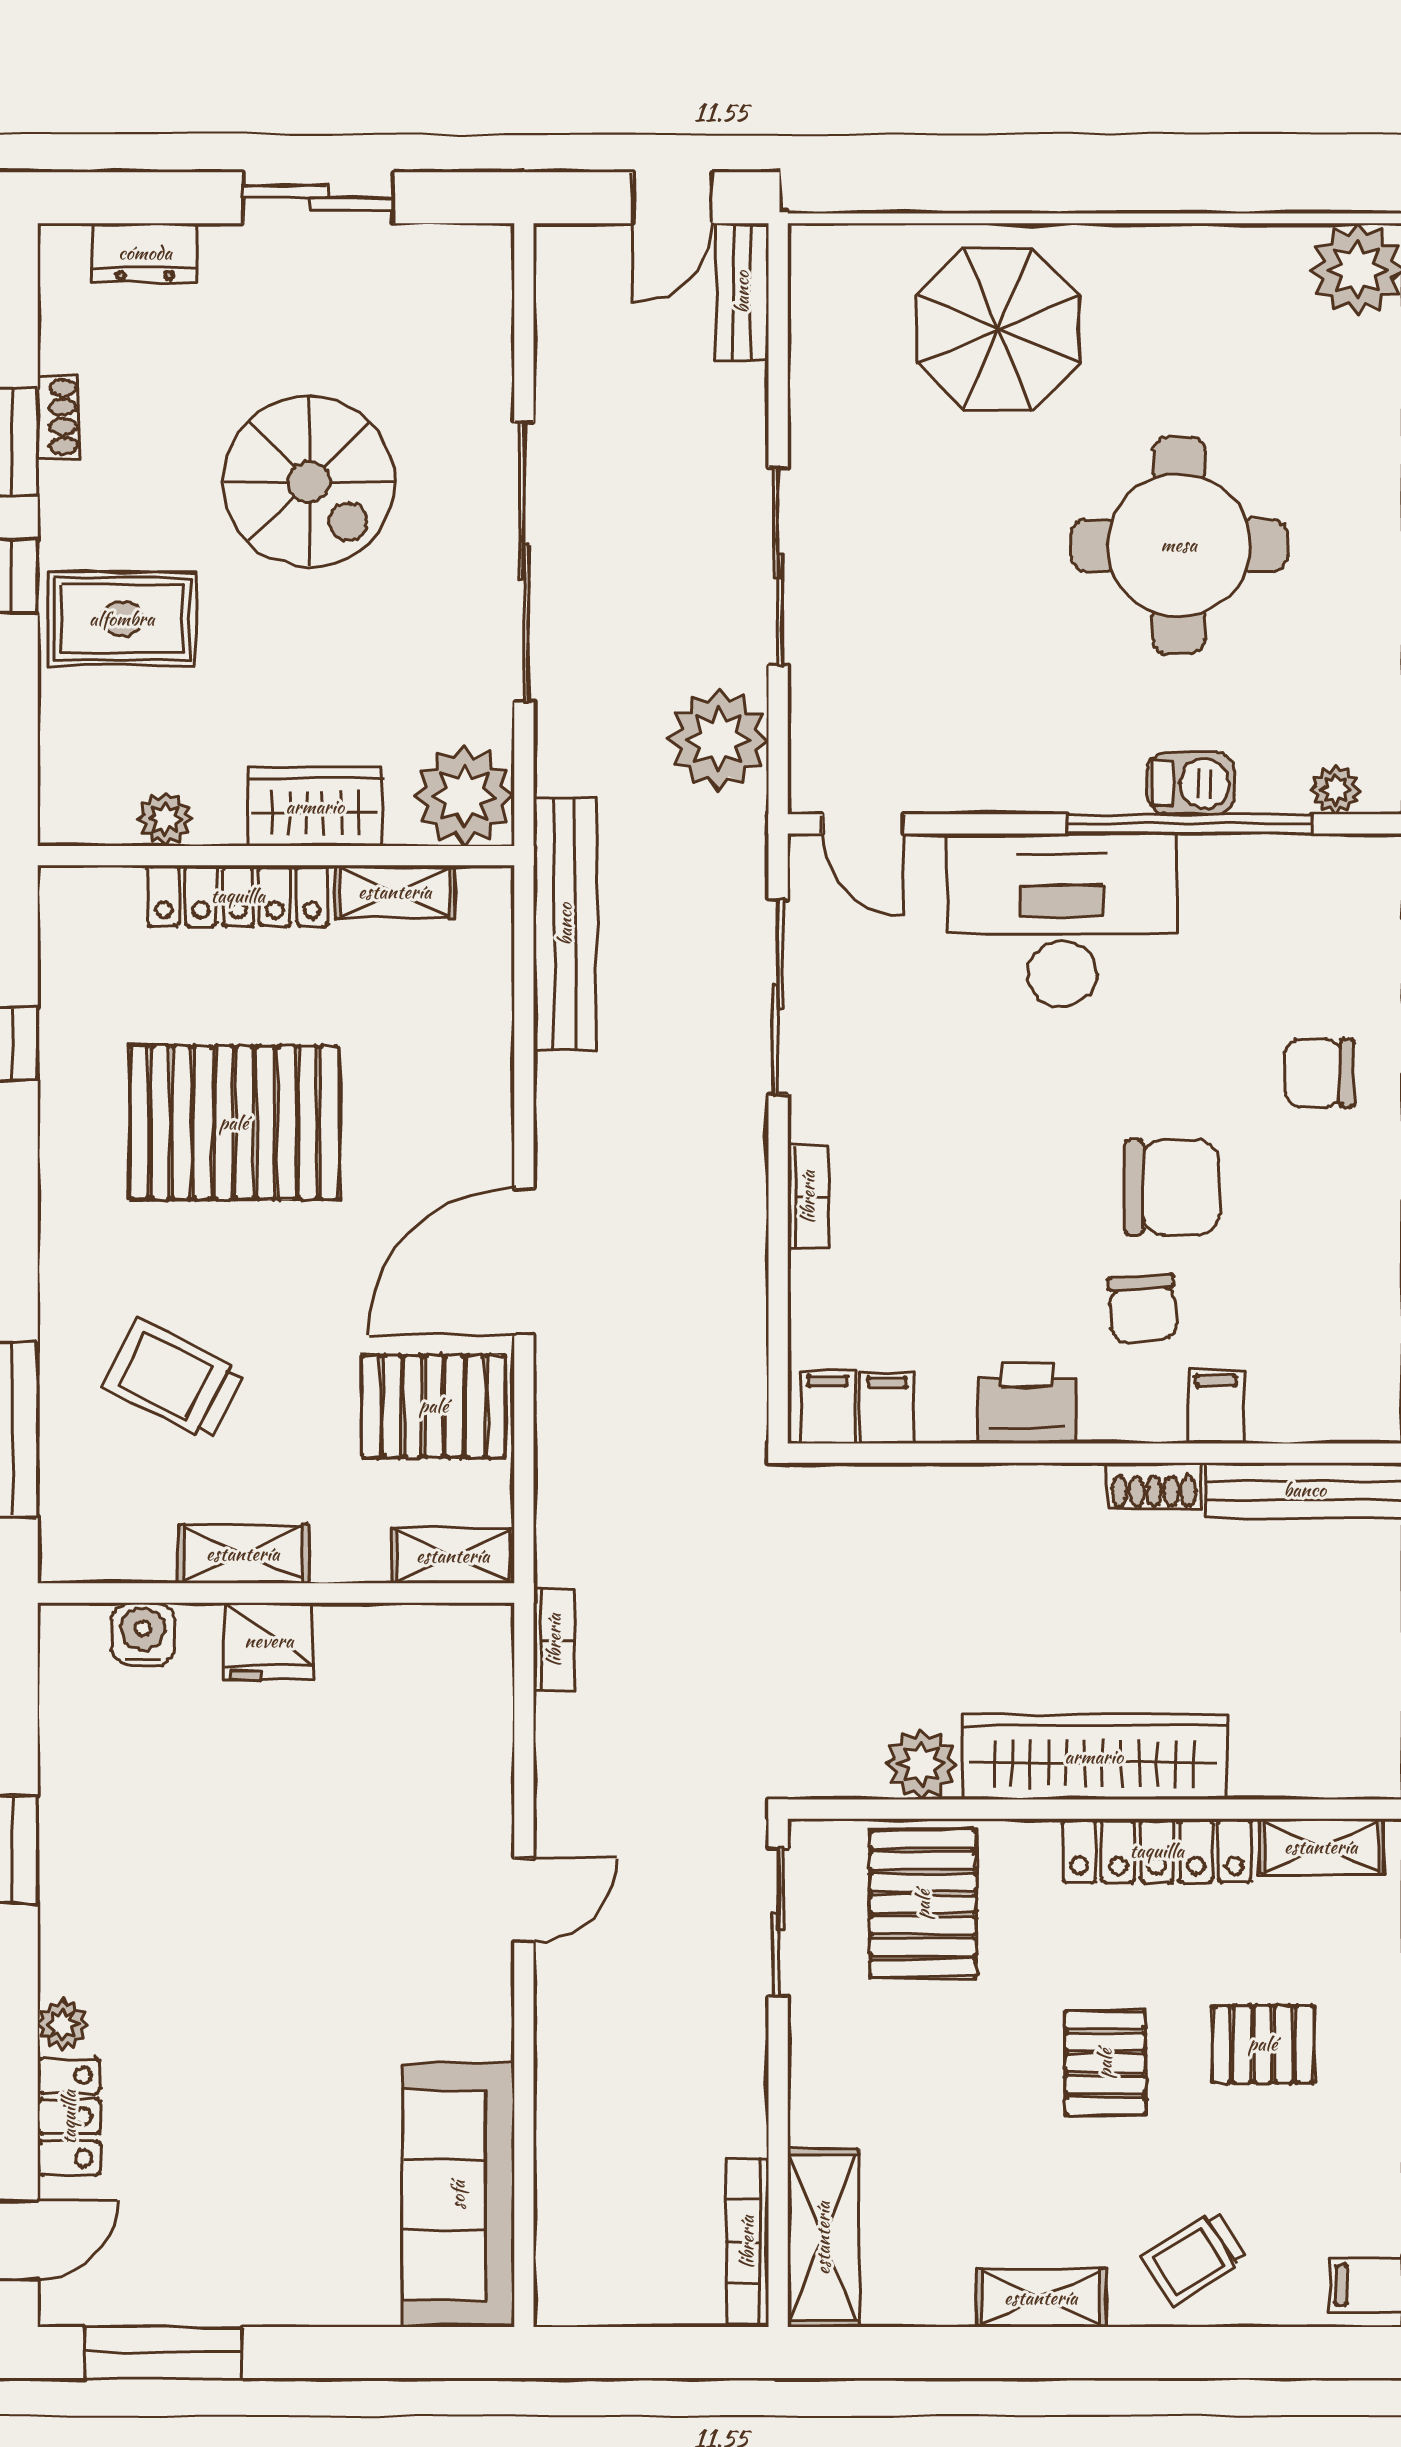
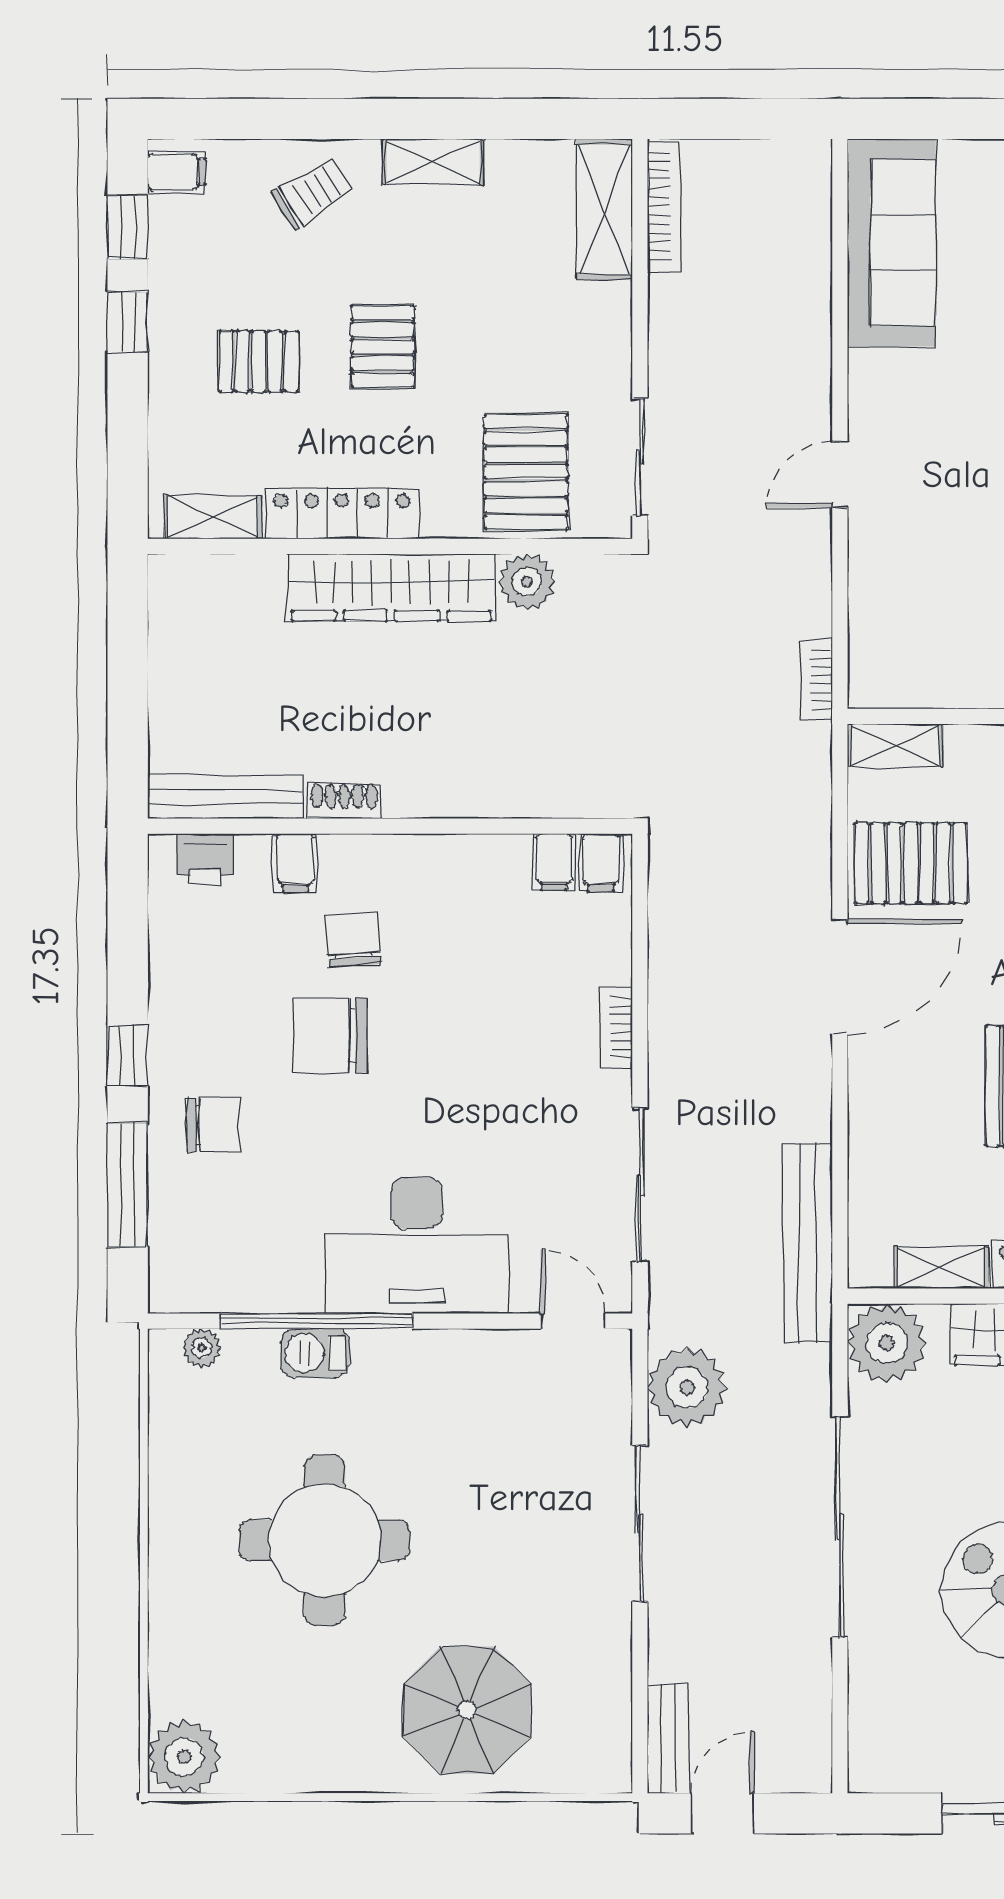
printer: (1027, 1403) -> (205, 859), moved, width x0.73, depth x0.81

